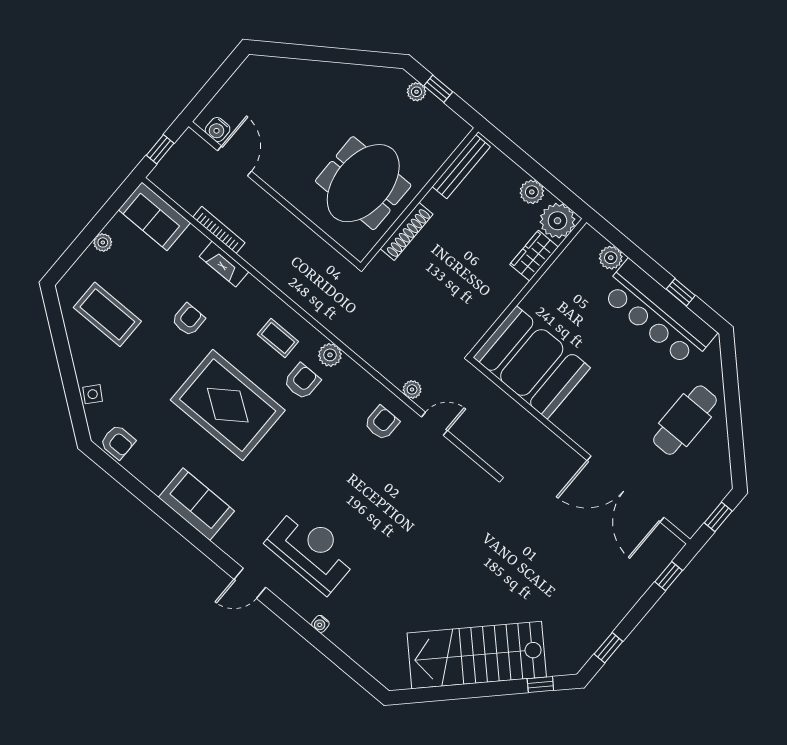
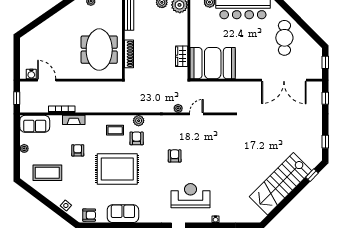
wardrobe: (534, 256) -> (182, 56), moved
armchair: (382, 423) -> (175, 156), moved
sofa: (196, 504) -> (123, 214), moved

